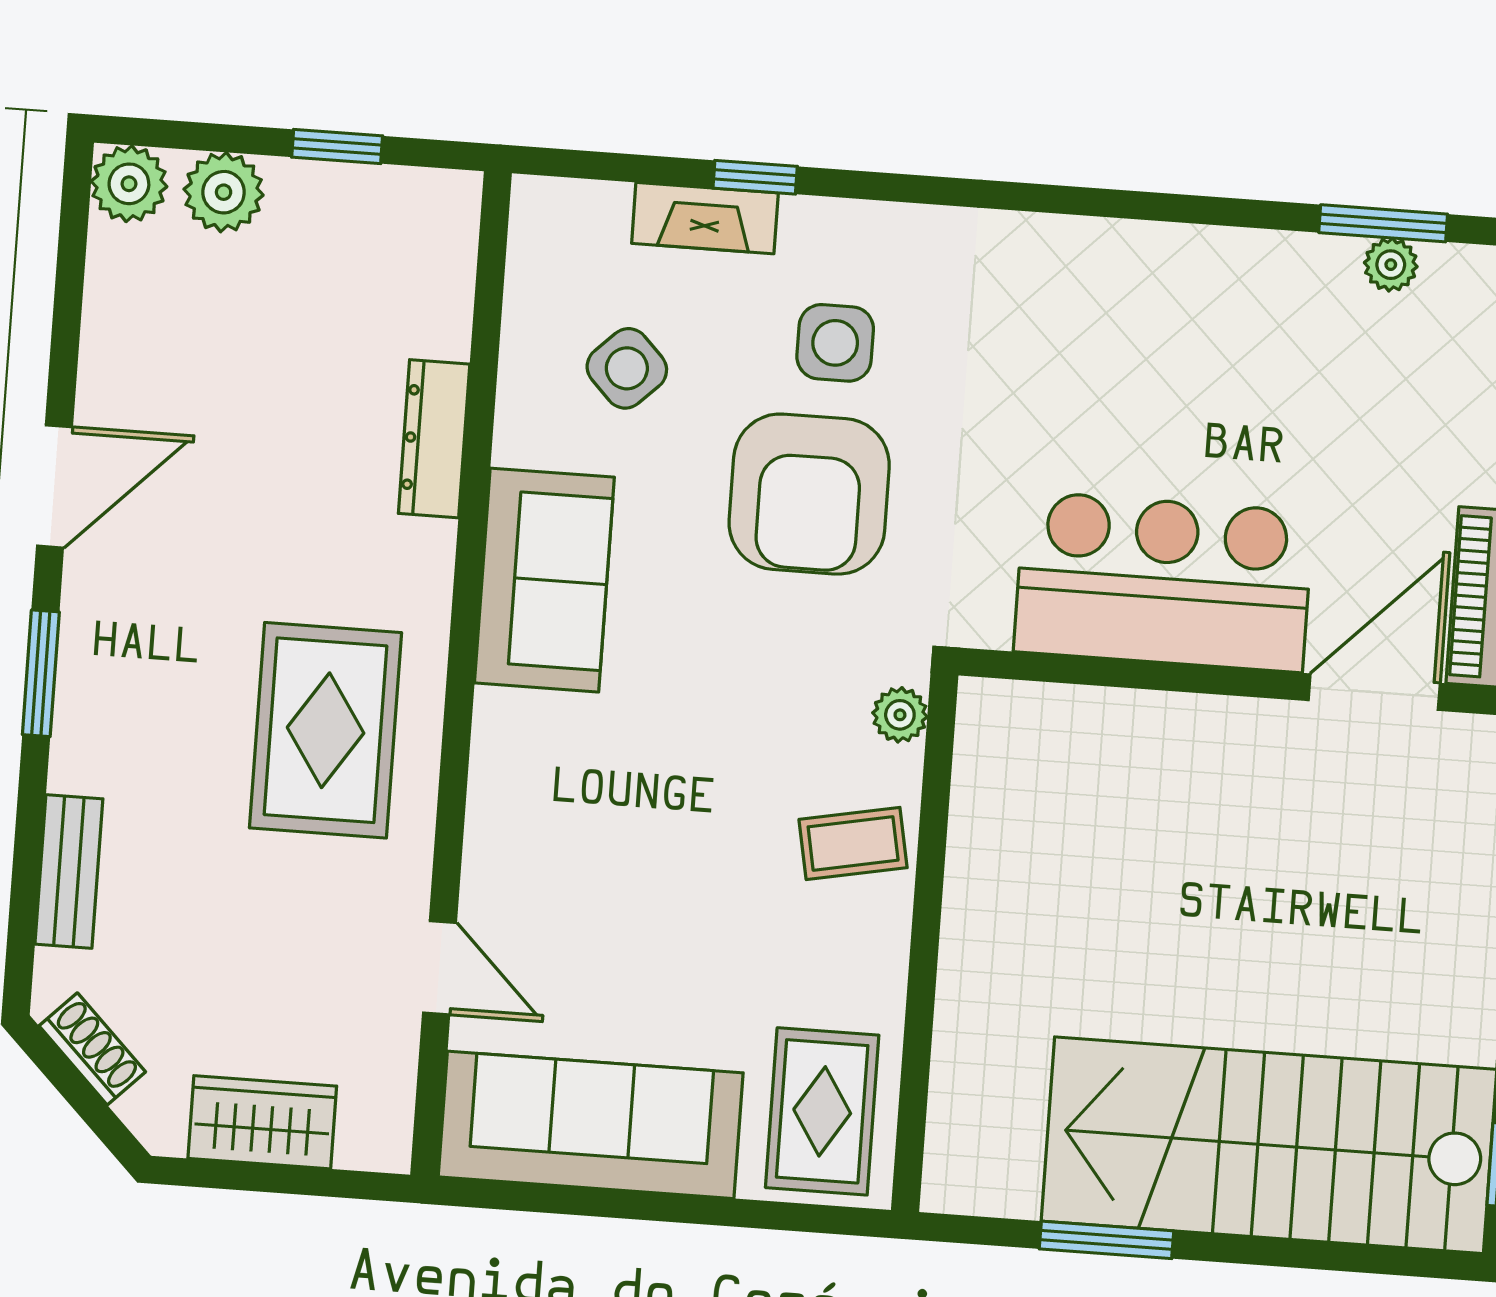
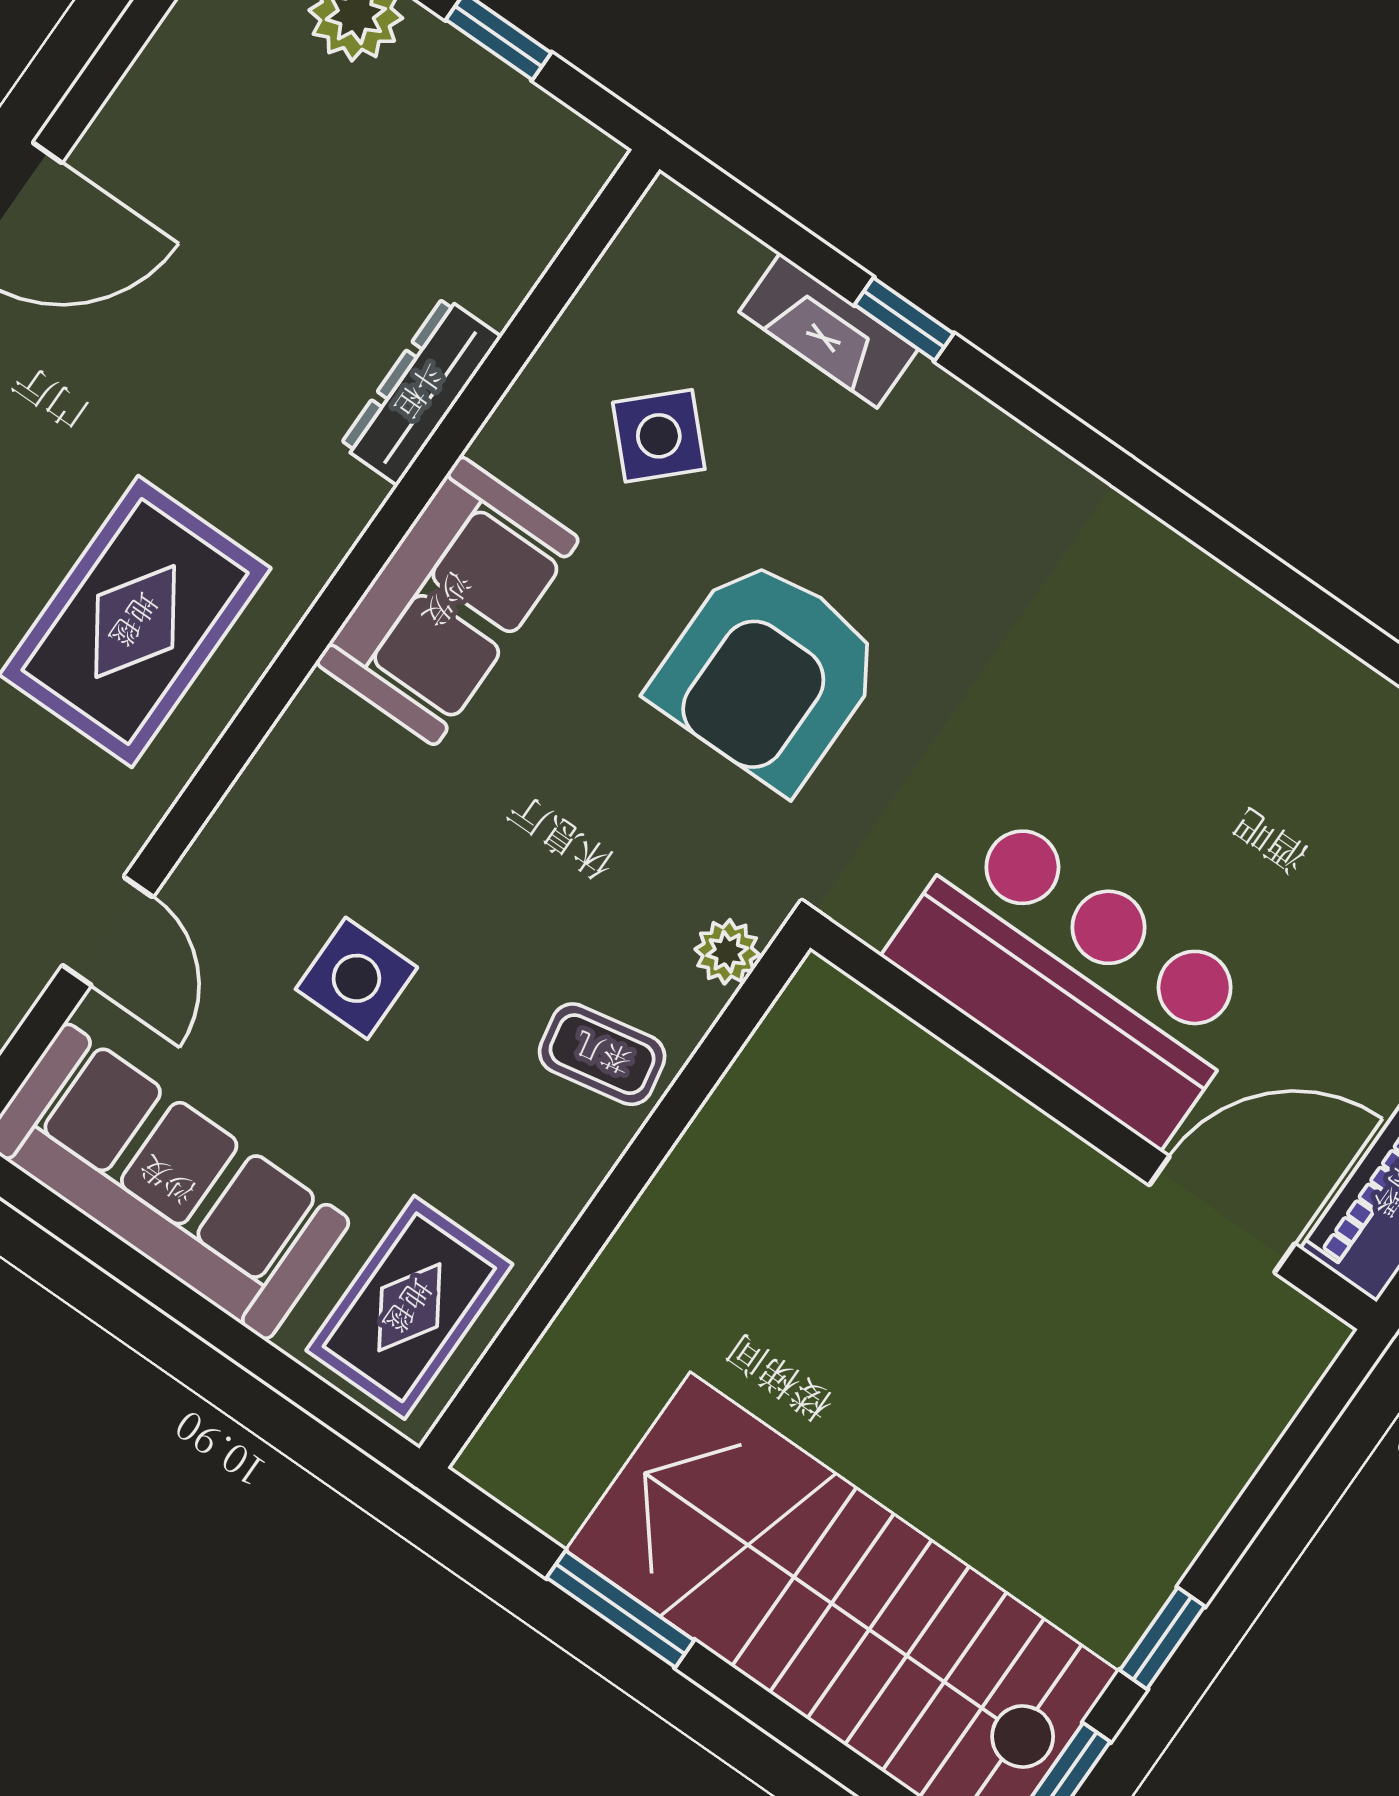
side table: (835, 343) -> (356, 978), moved

